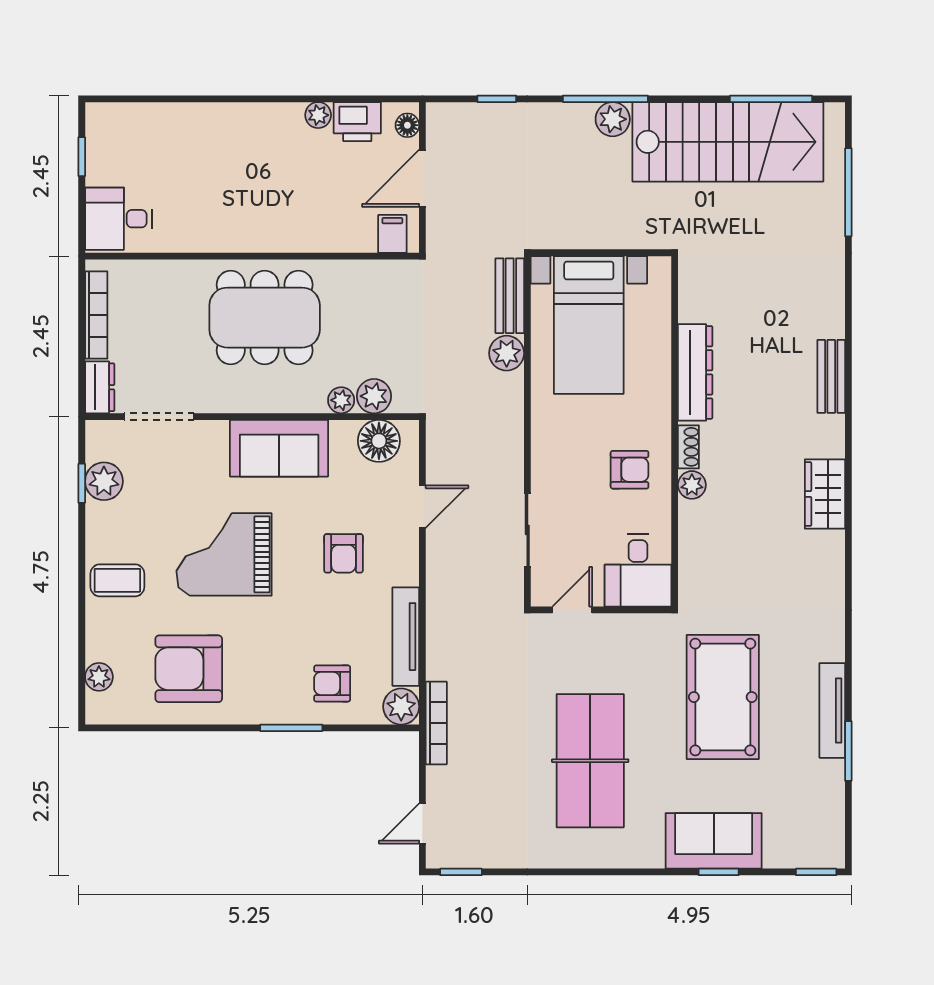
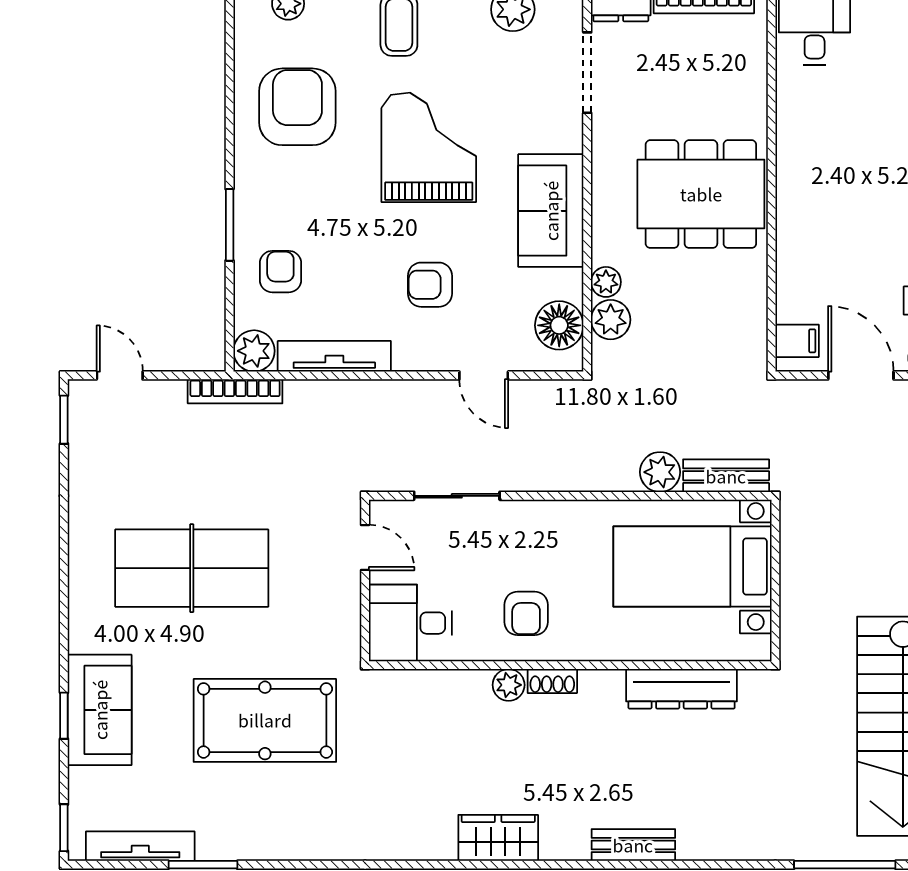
dining table: (265, 318) -> (701, 194), turned 90
dresser: (695, 372) -> (682, 689), moved
tv unit: (832, 710) -> (140, 846), moved

